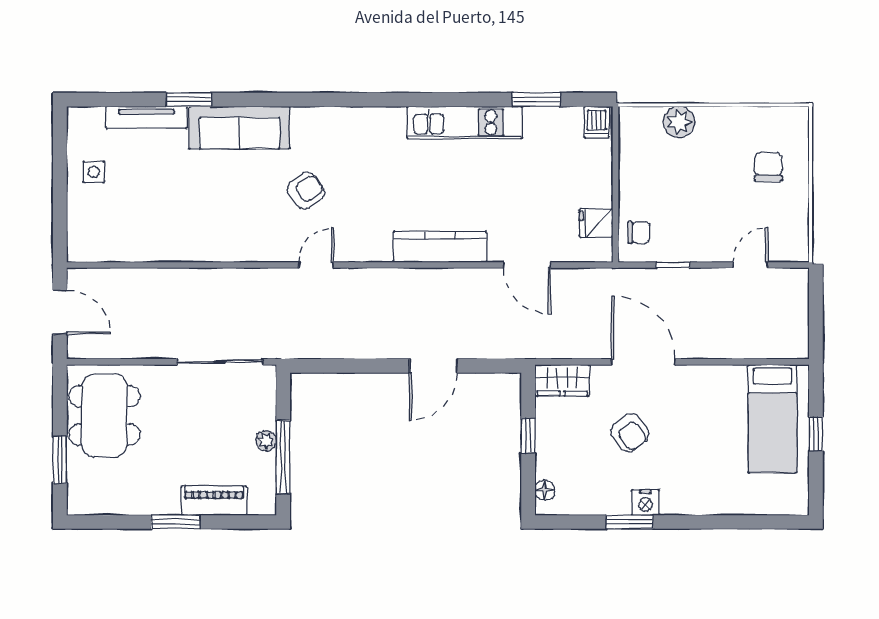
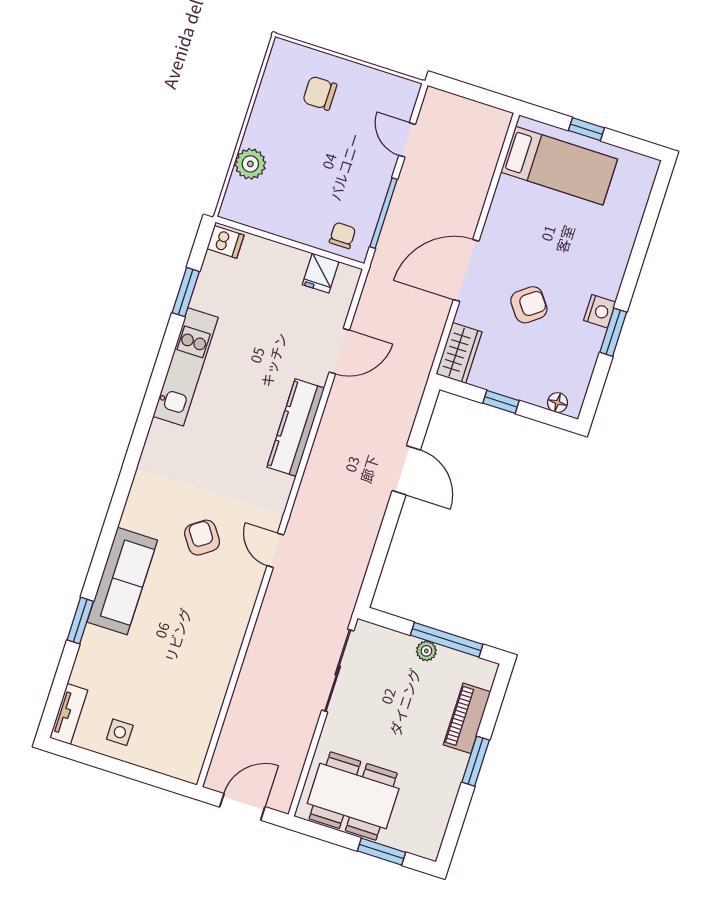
tv unit: (146, 117) -> (69, 714), moved, width x0.71
window: (673, 265) -> (384, 213), width x2.17

